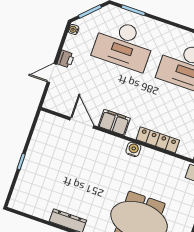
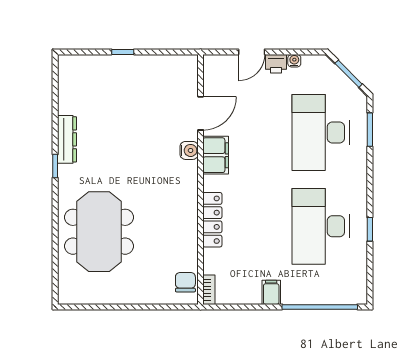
water cooler: (74, 29) -> (294, 61), moved
door: (52, 73) -> (252, 52), swing flipped
water cooler: (133, 149) -> (189, 150), moved

